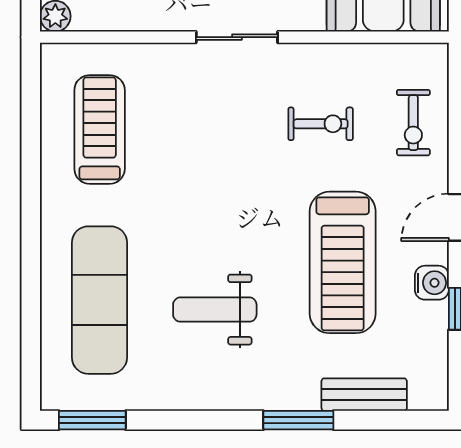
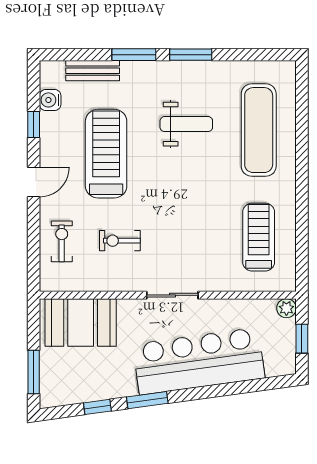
treadmill: (100, 129) -> (259, 237), turned 180
water cooler: (432, 283) -> (50, 100), moved
window: (92, 420) -> (191, 55), moved

